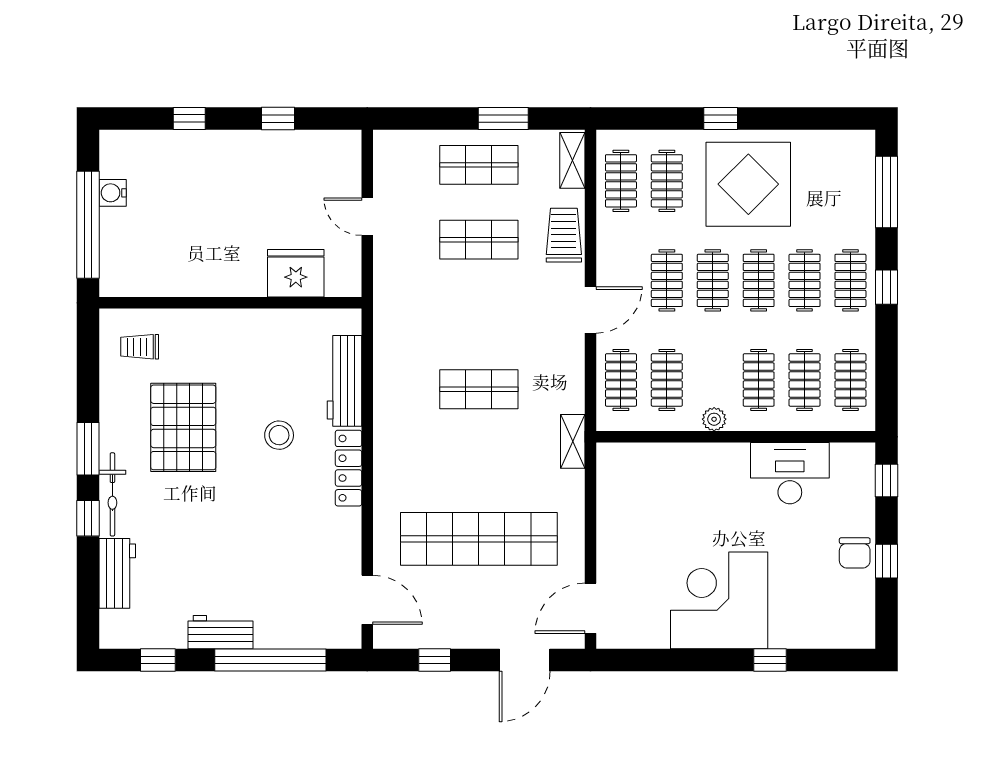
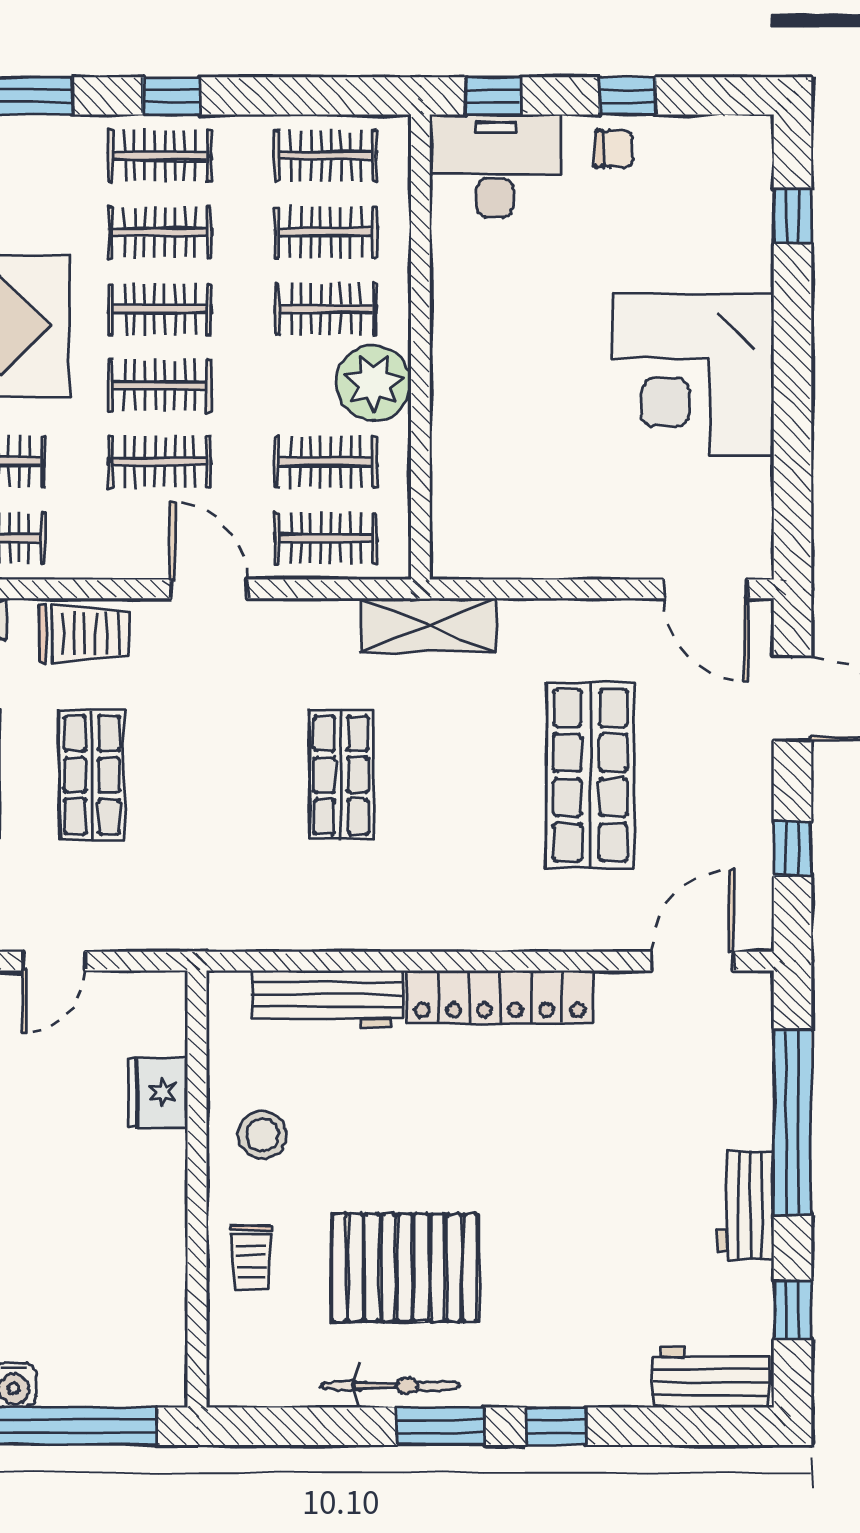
trolley: (564, 235) -> (84, 633), turned 180
fridge: (296, 273) -> (158, 1093), width x0.73, depth x0.75
trolley: (140, 347) -> (251, 1257), moved
plant: (714, 419) -> (374, 383), width x1.88, depth x1.88
stool: (279, 435) -> (262, 1135), moved
shelving: (573, 441) -> (428, 625), width x1.50, depth x1.33
locker: (349, 468) -> (500, 997), width x1.41, depth x1.21
desk: (790, 473) -> (495, 166), moved, turned 90
bicycle: (112, 494) -> (390, 1386), moved
shop shelf: (479, 539) -> (590, 775), width x0.71
chair: (855, 553) -> (614, 149), width x0.73, depth x0.73
workbench: (117, 573) -> (710, 1377), moved
window: (770, 660) -> (792, 216), moved

